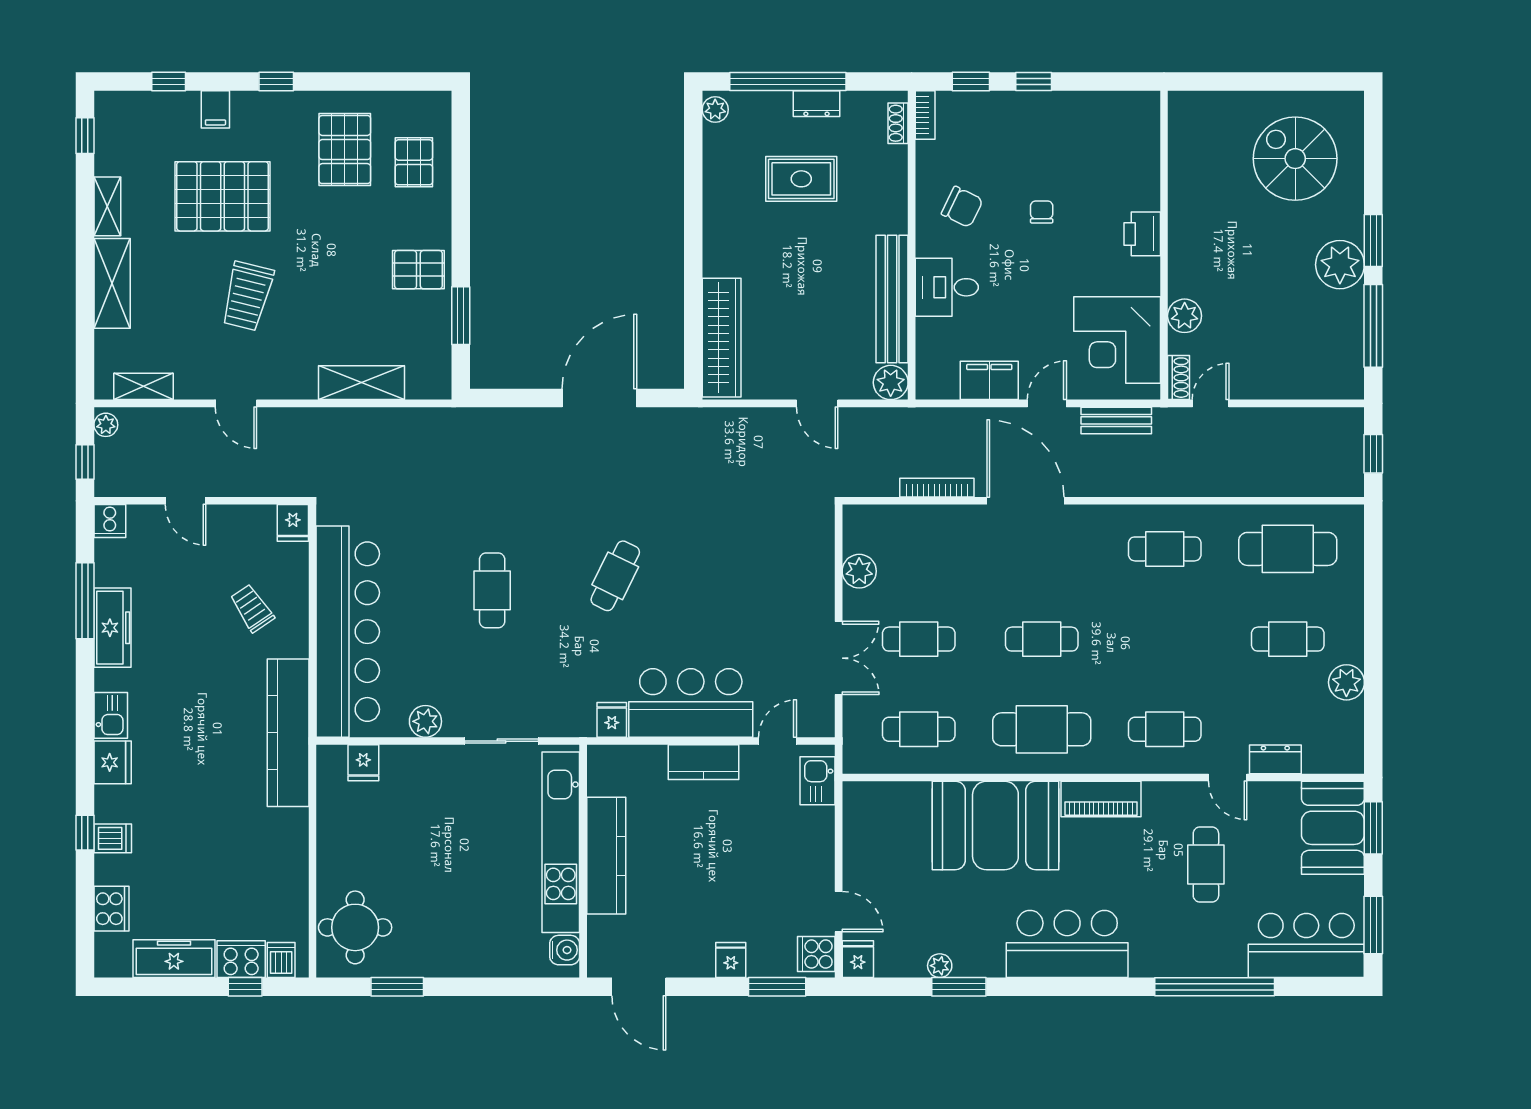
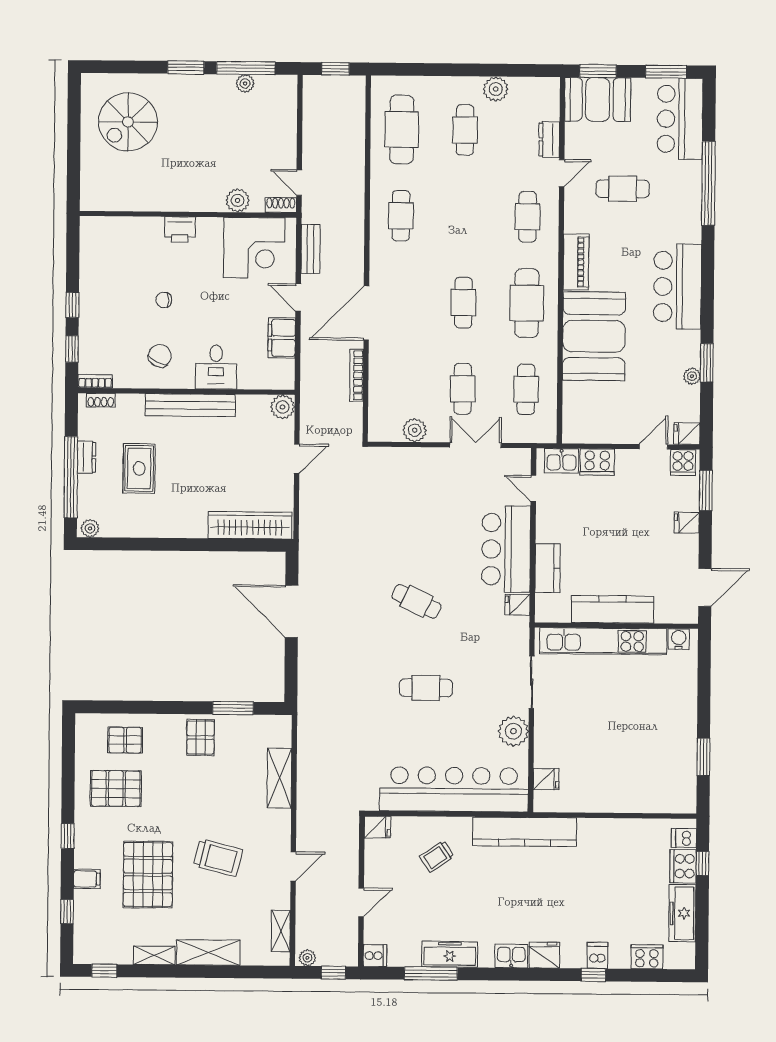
plant: (1340, 265) -> (245, 83), moved, width x0.53, depth x0.53
bench: (892, 299) -> (190, 405), moved
plant: (425, 721) -> (513, 731), width x1.36, depth x1.36
kitchen counter: (703, 762) -> (548, 568), moved
cooker: (816, 832) -> (597, 462), added
round table: (355, 927) -> (662, 786), removed

